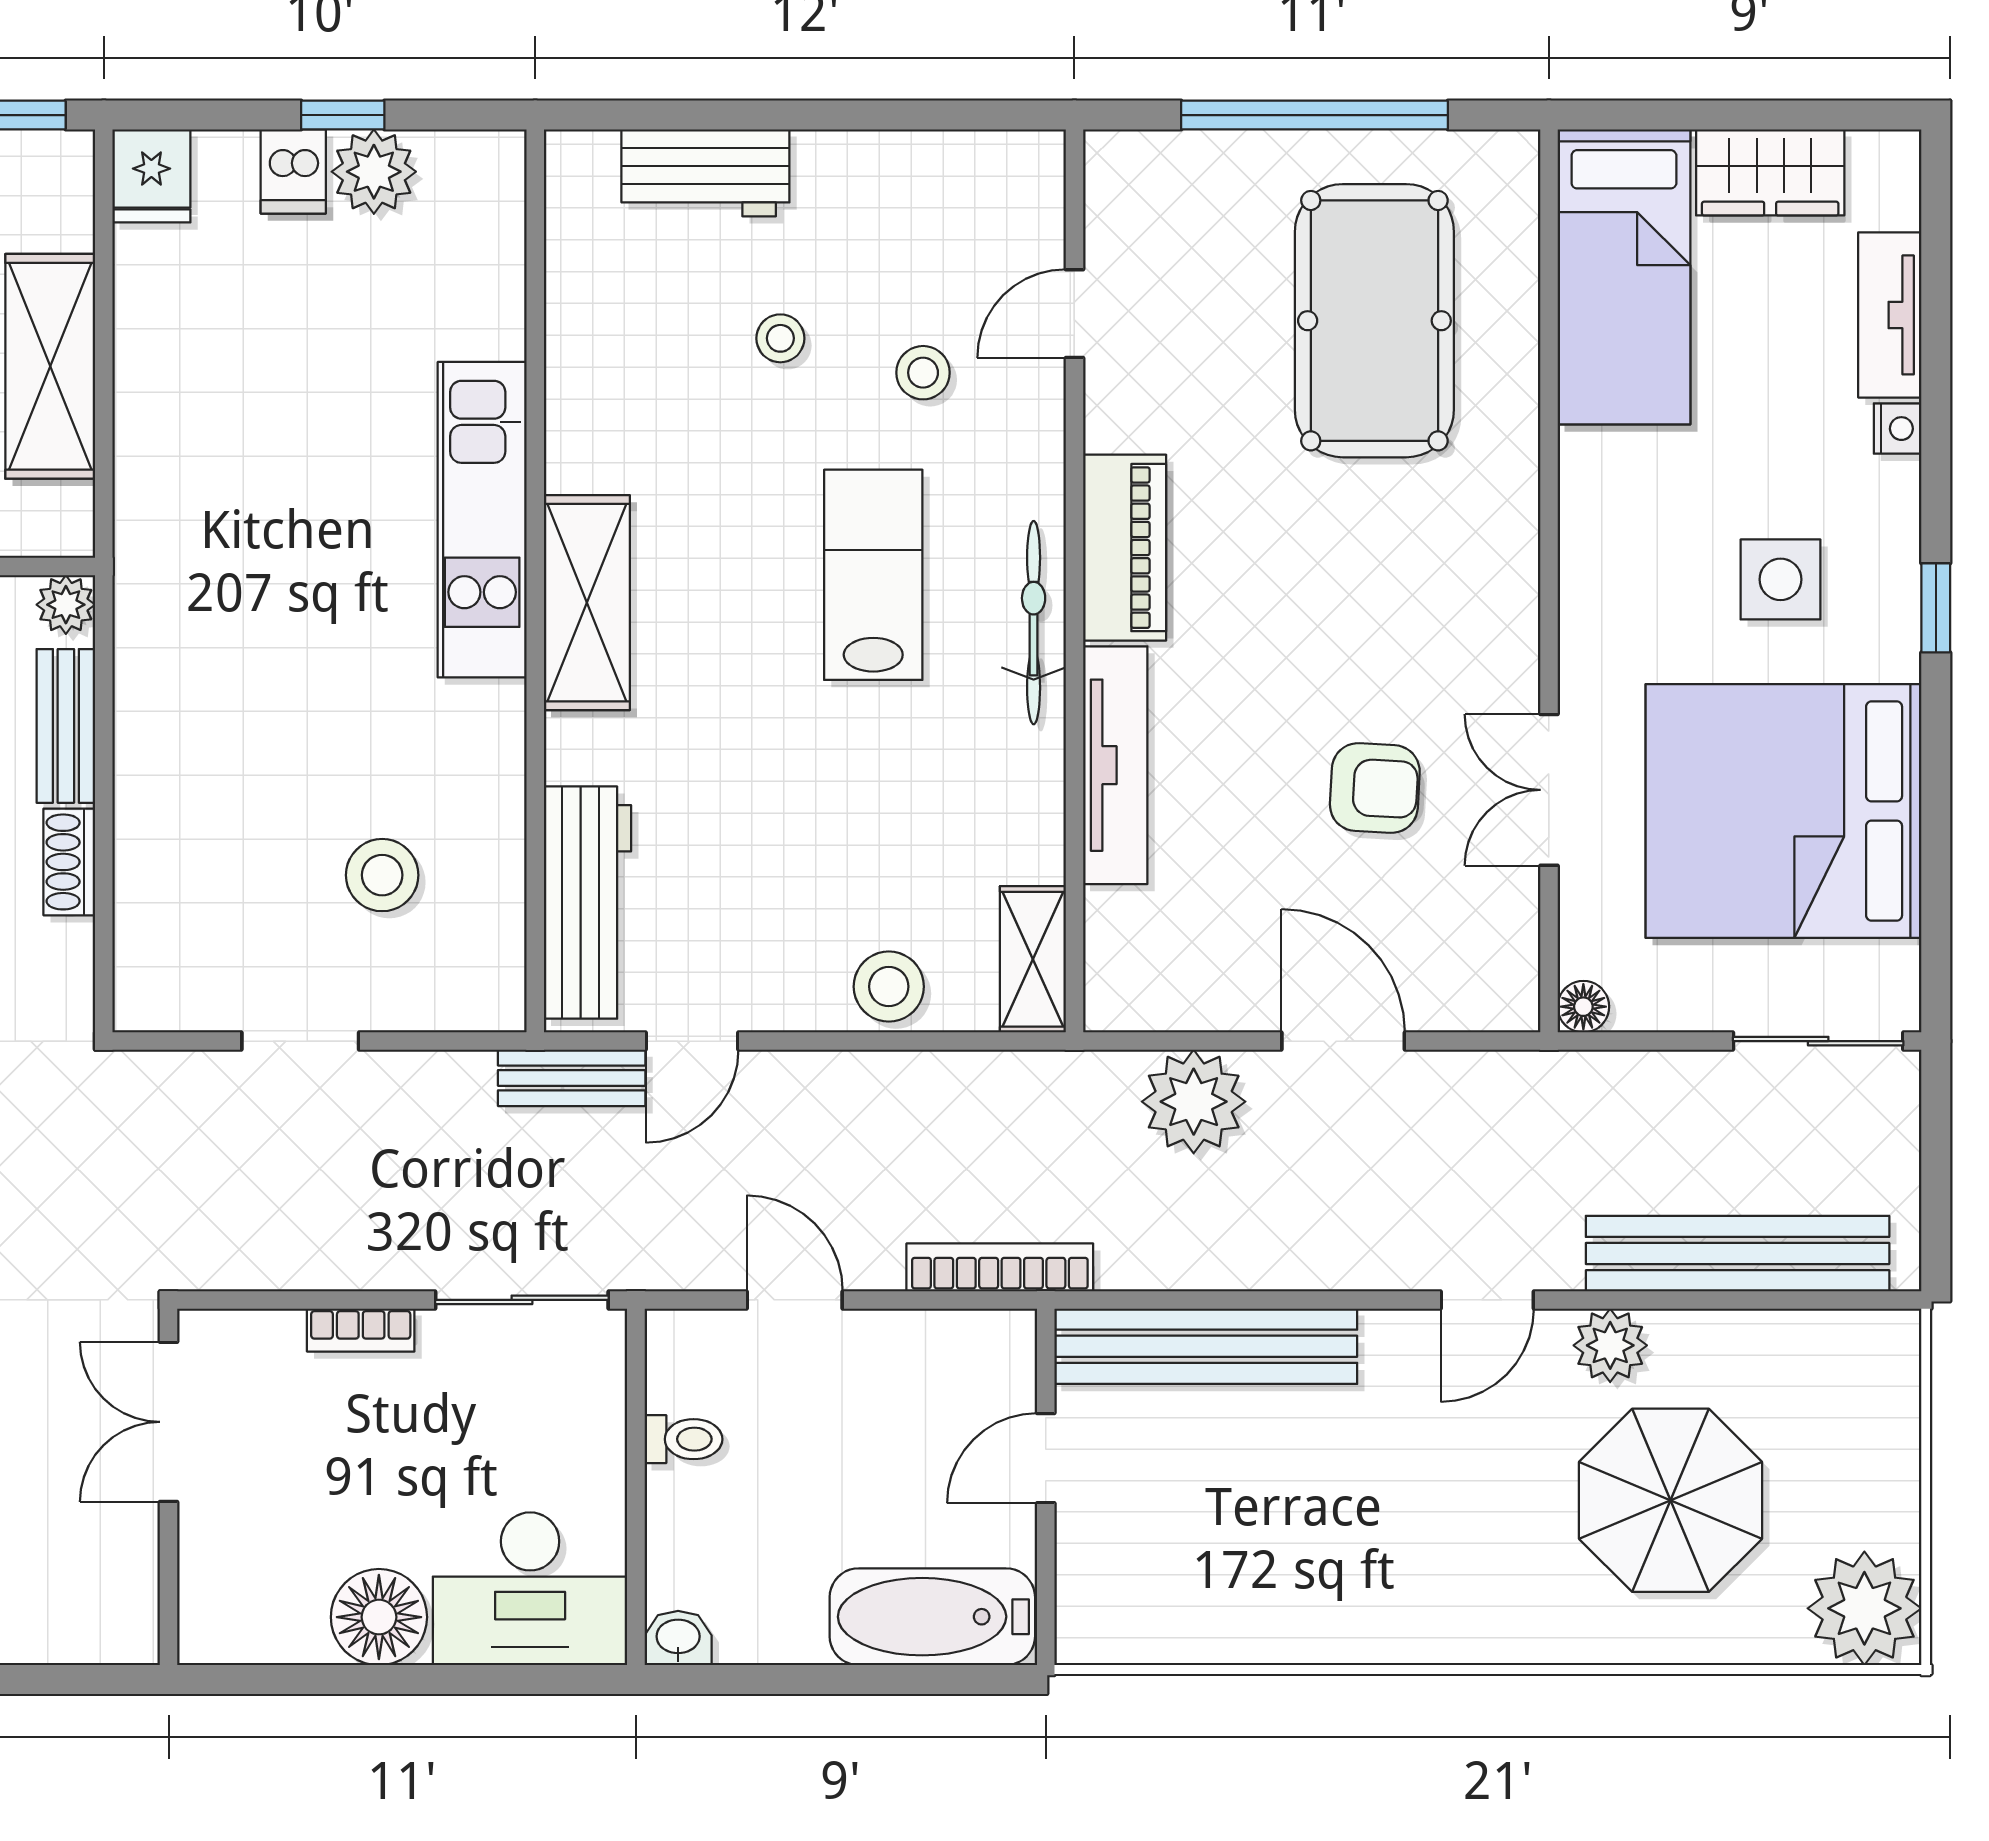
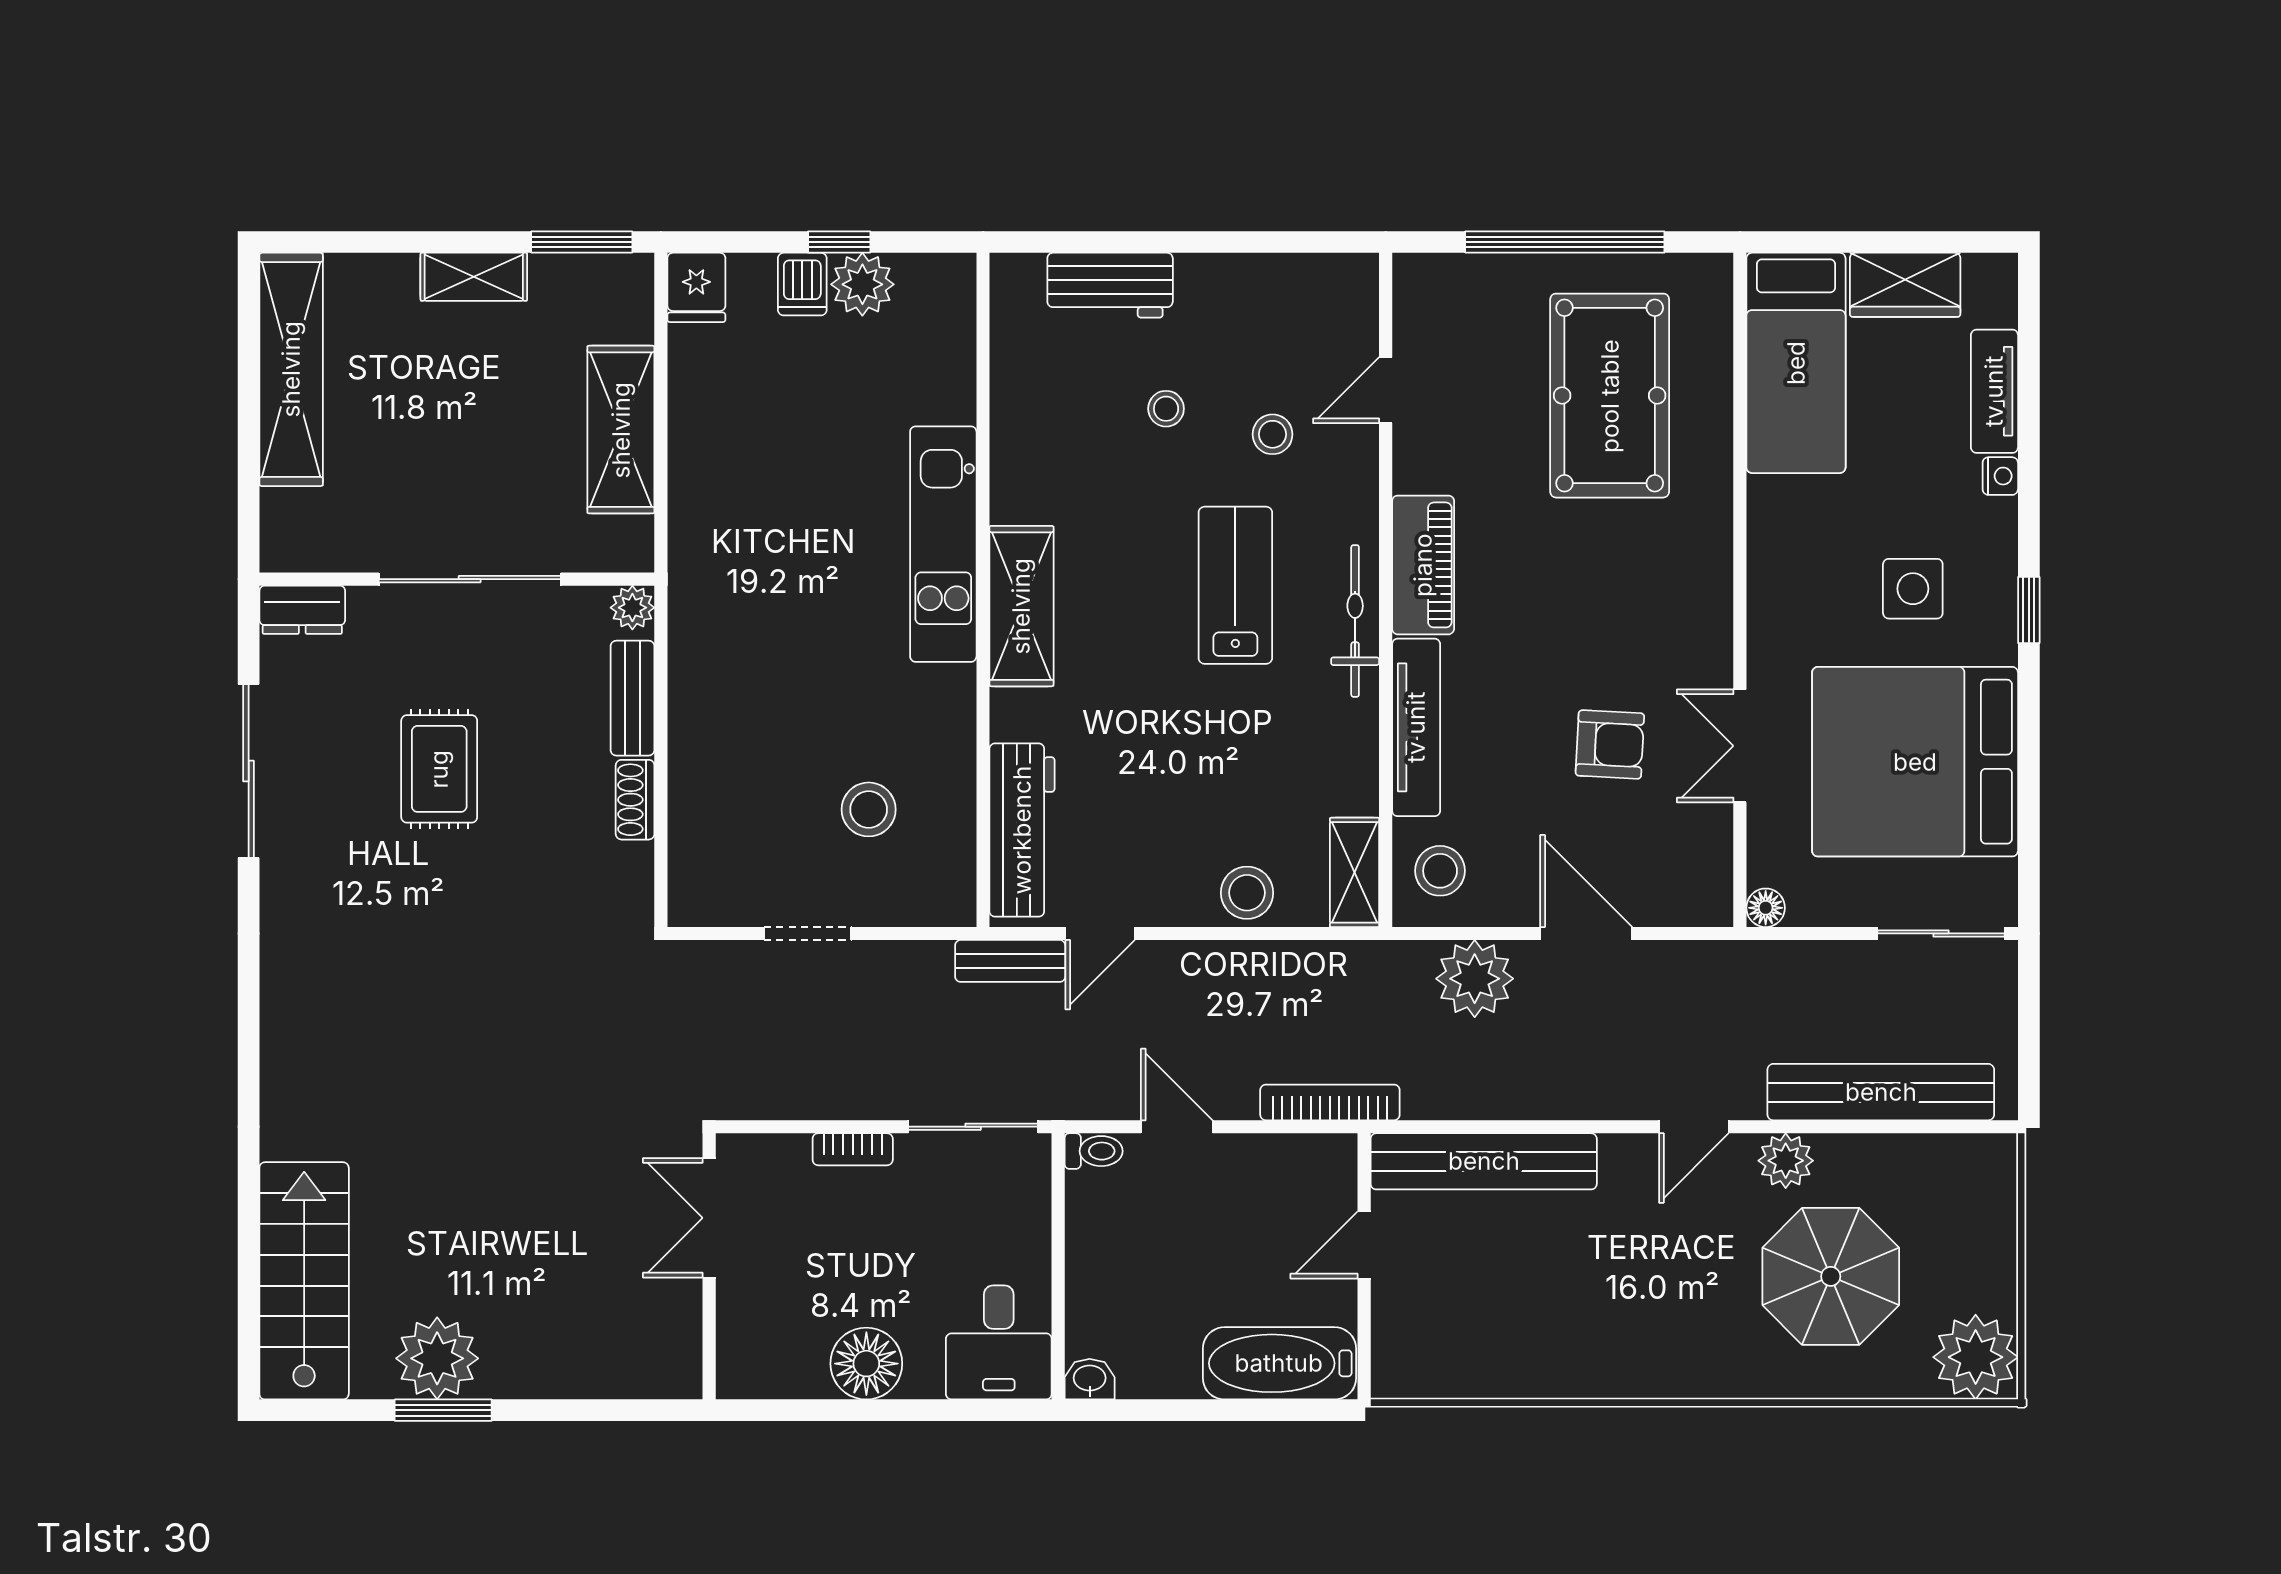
stool: (1147, 957) -> (1440, 871), added
toilet: (683, 1439) -> (1094, 1151), moved
desk: (530, 1589) -> (999, 1342), width x0.73

